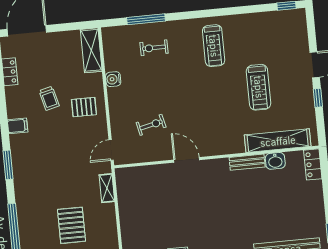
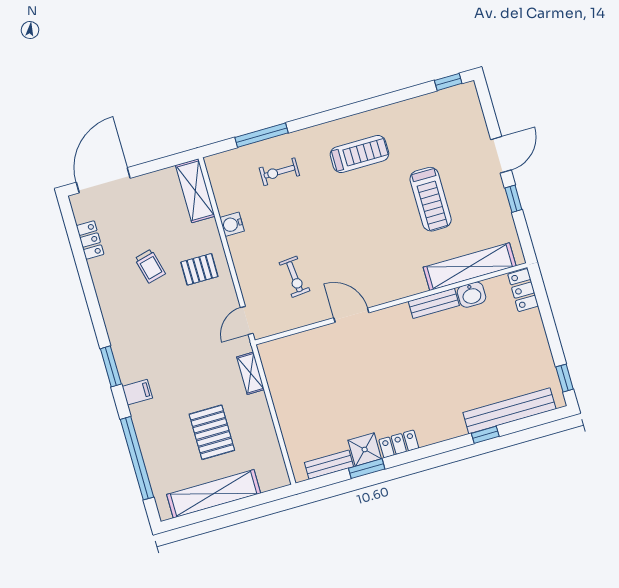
treadmill: (214, 46) -> (359, 154), turned -90
exercise bike: (151, 125) -> (295, 277), turned 98
filing cabinet: (18, 126) -> (137, 392), moved

